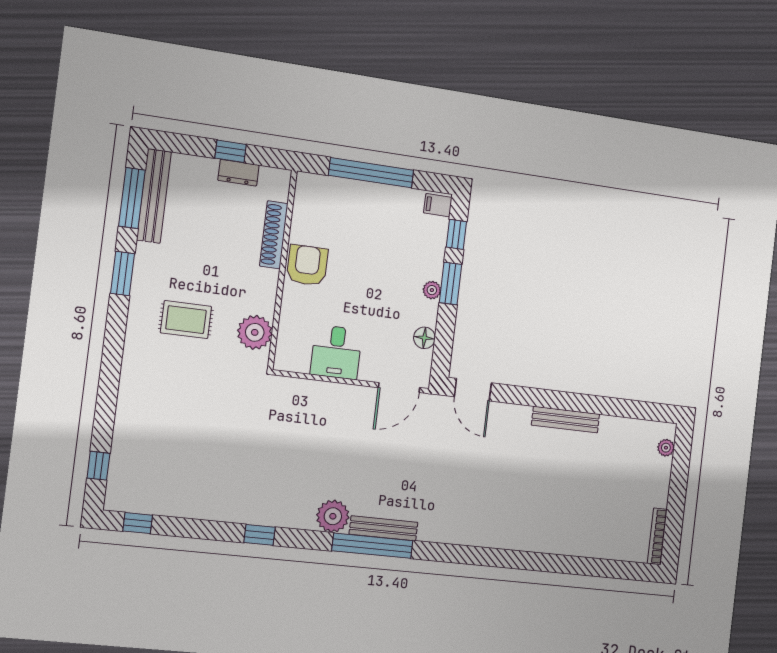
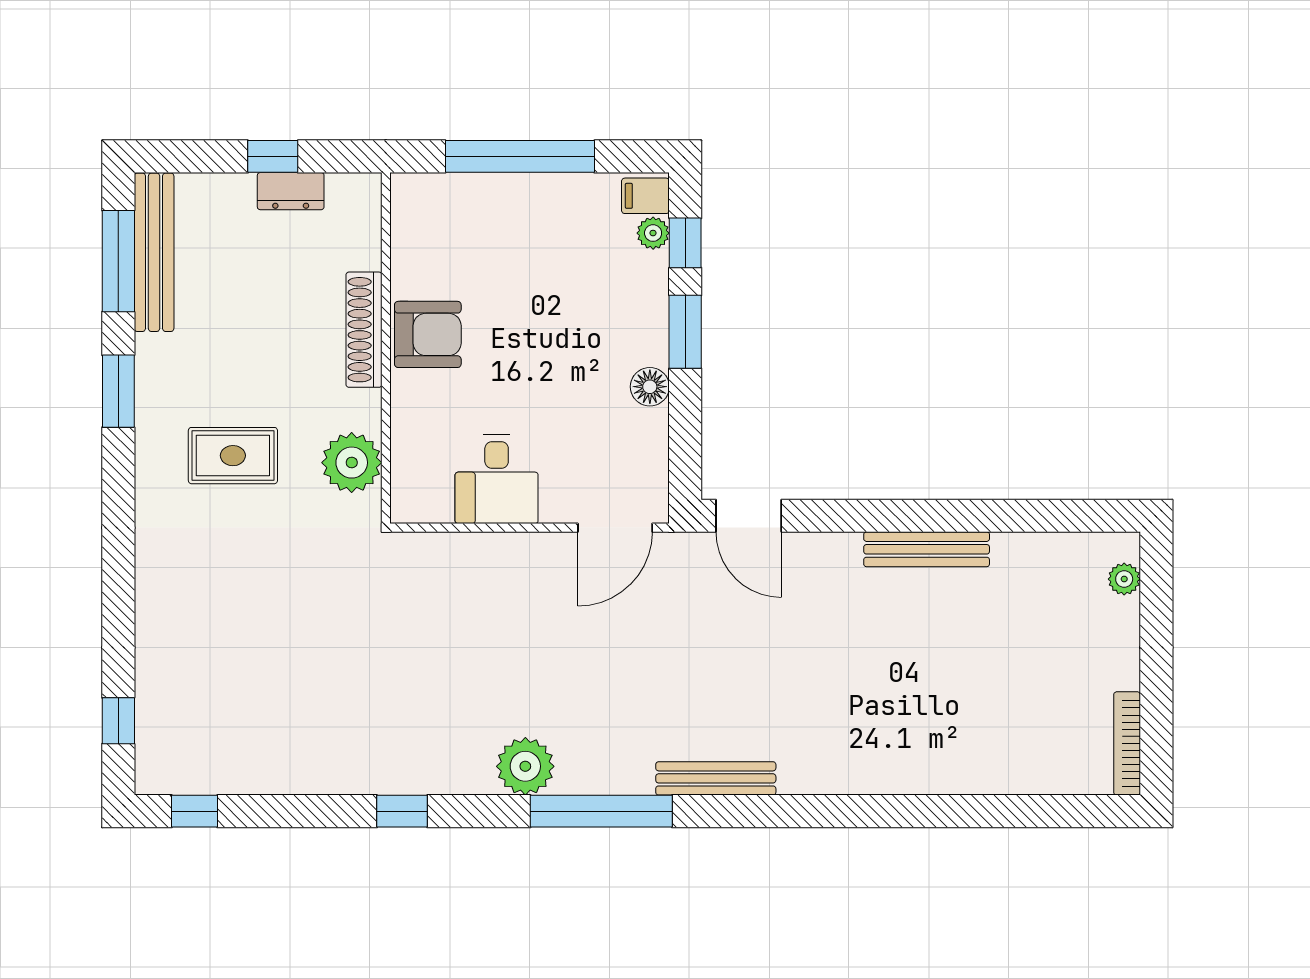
shoe rack: (274, 235) -> (364, 330), moved
armchair: (307, 265) -> (428, 334), turned 90
plant: (432, 290) -> (653, 233), moved
floor lamp: (424, 338) -> (650, 387), moved
bench: (384, 528) -> (716, 778), moved

